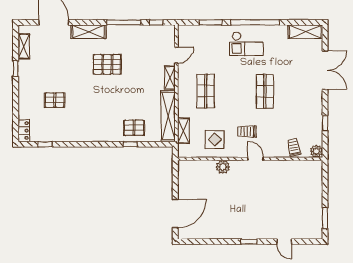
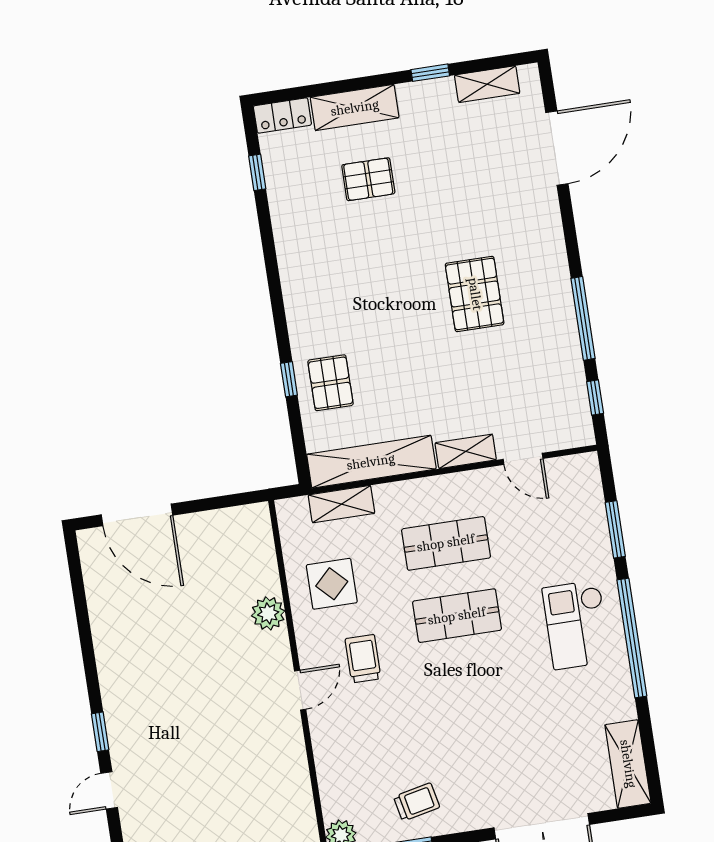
shelving: (88, 32) -> (355, 108), moved, turned 90
shop shelf: (265, 91) -> (457, 616), moved
pallet: (55, 100) -> (368, 179), turned 90
trolley: (294, 147) -> (417, 802), moved
window: (249, 242) -> (100, 732), moved

